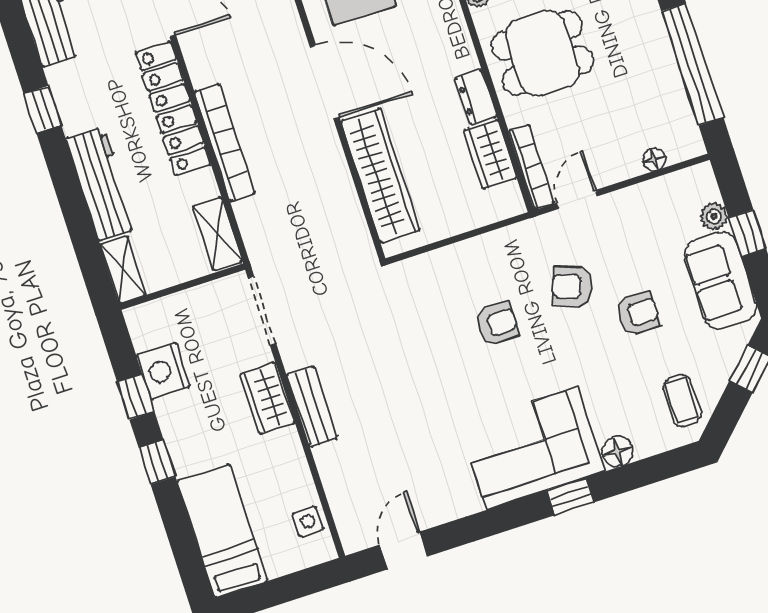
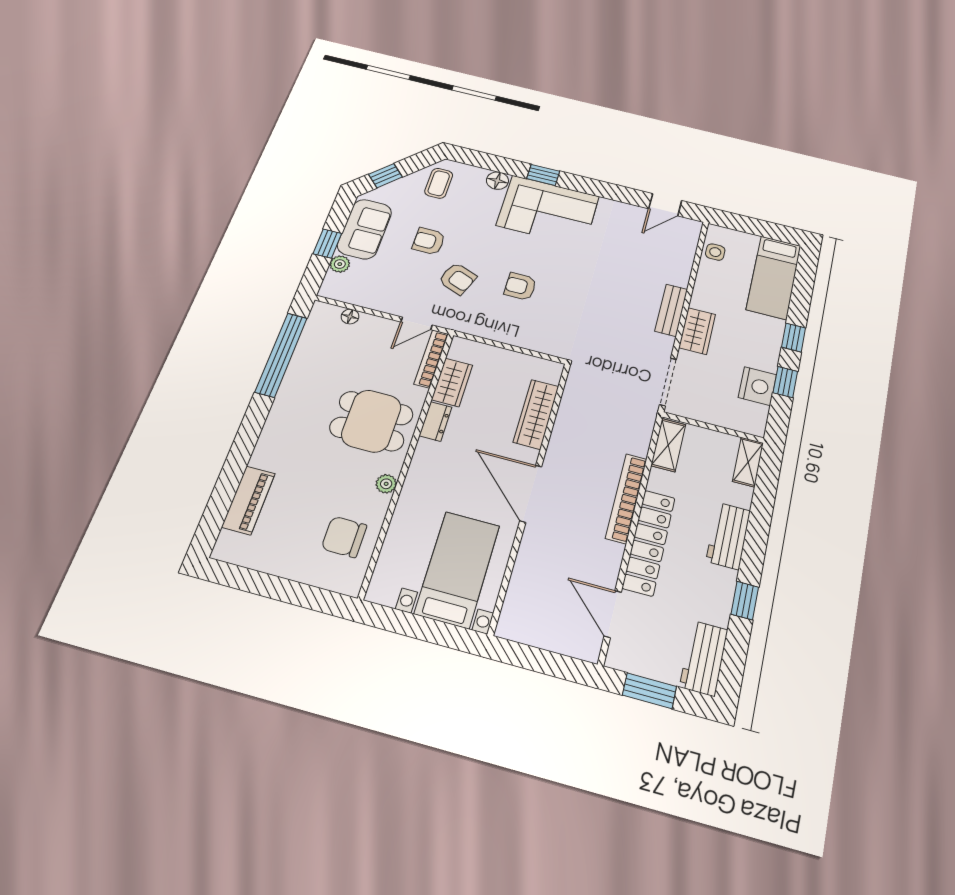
wardrobe: (380, 176) -> (536, 414), width x0.71, depth x0.85
workbench: (102, 184) -> (728, 536), width x0.73

